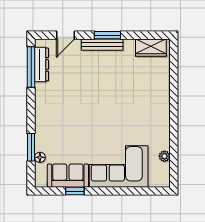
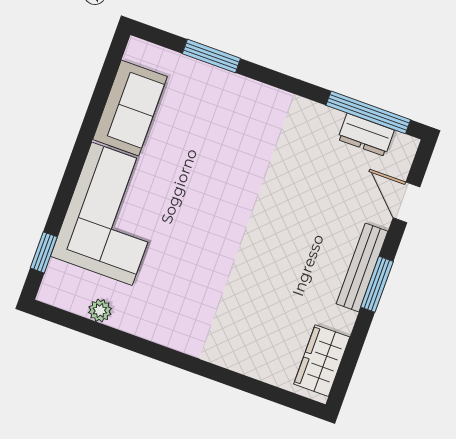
dresser: (42, 64) -> (366, 135), width x0.70
floor lamp: (40, 157) -> (185, 66), removed
window: (75, 191) -> (44, 252), moved

